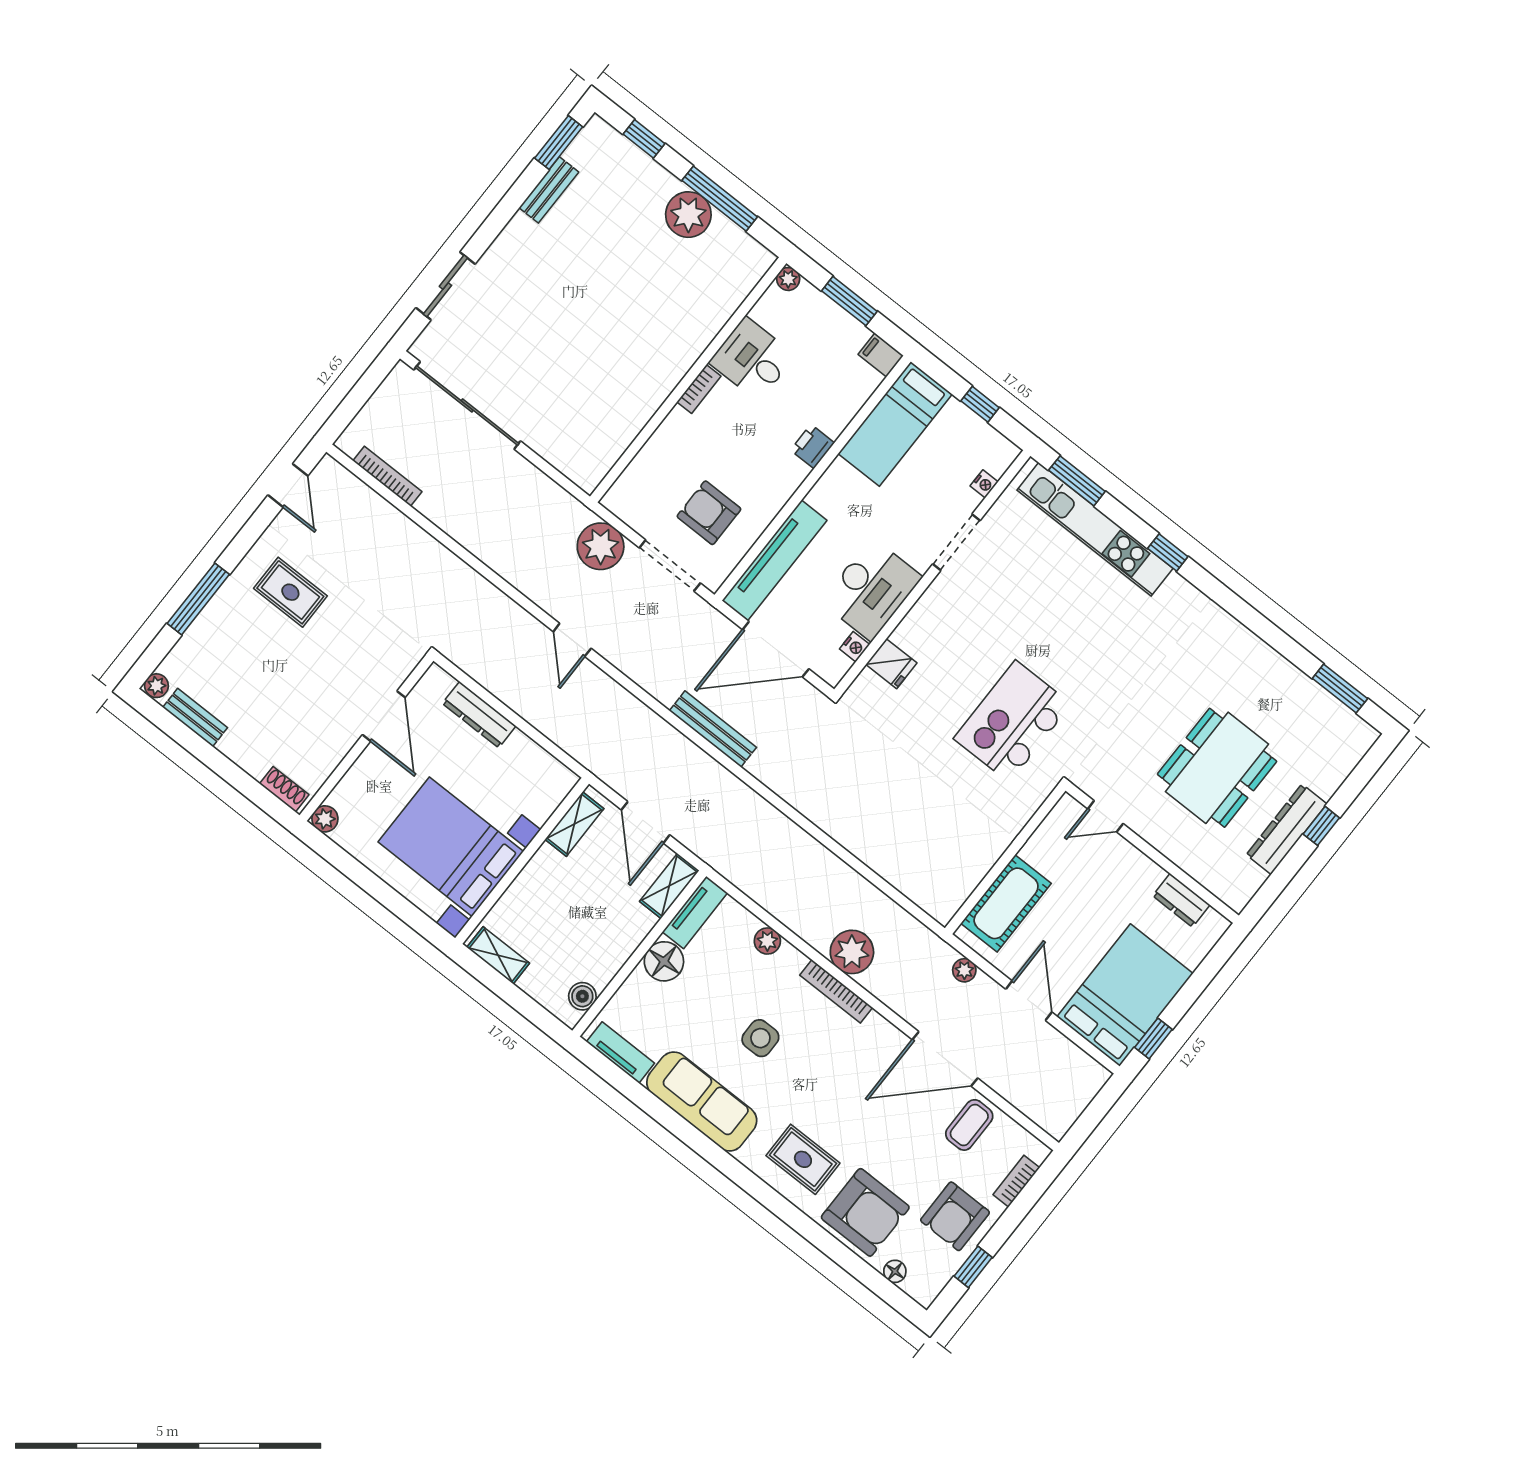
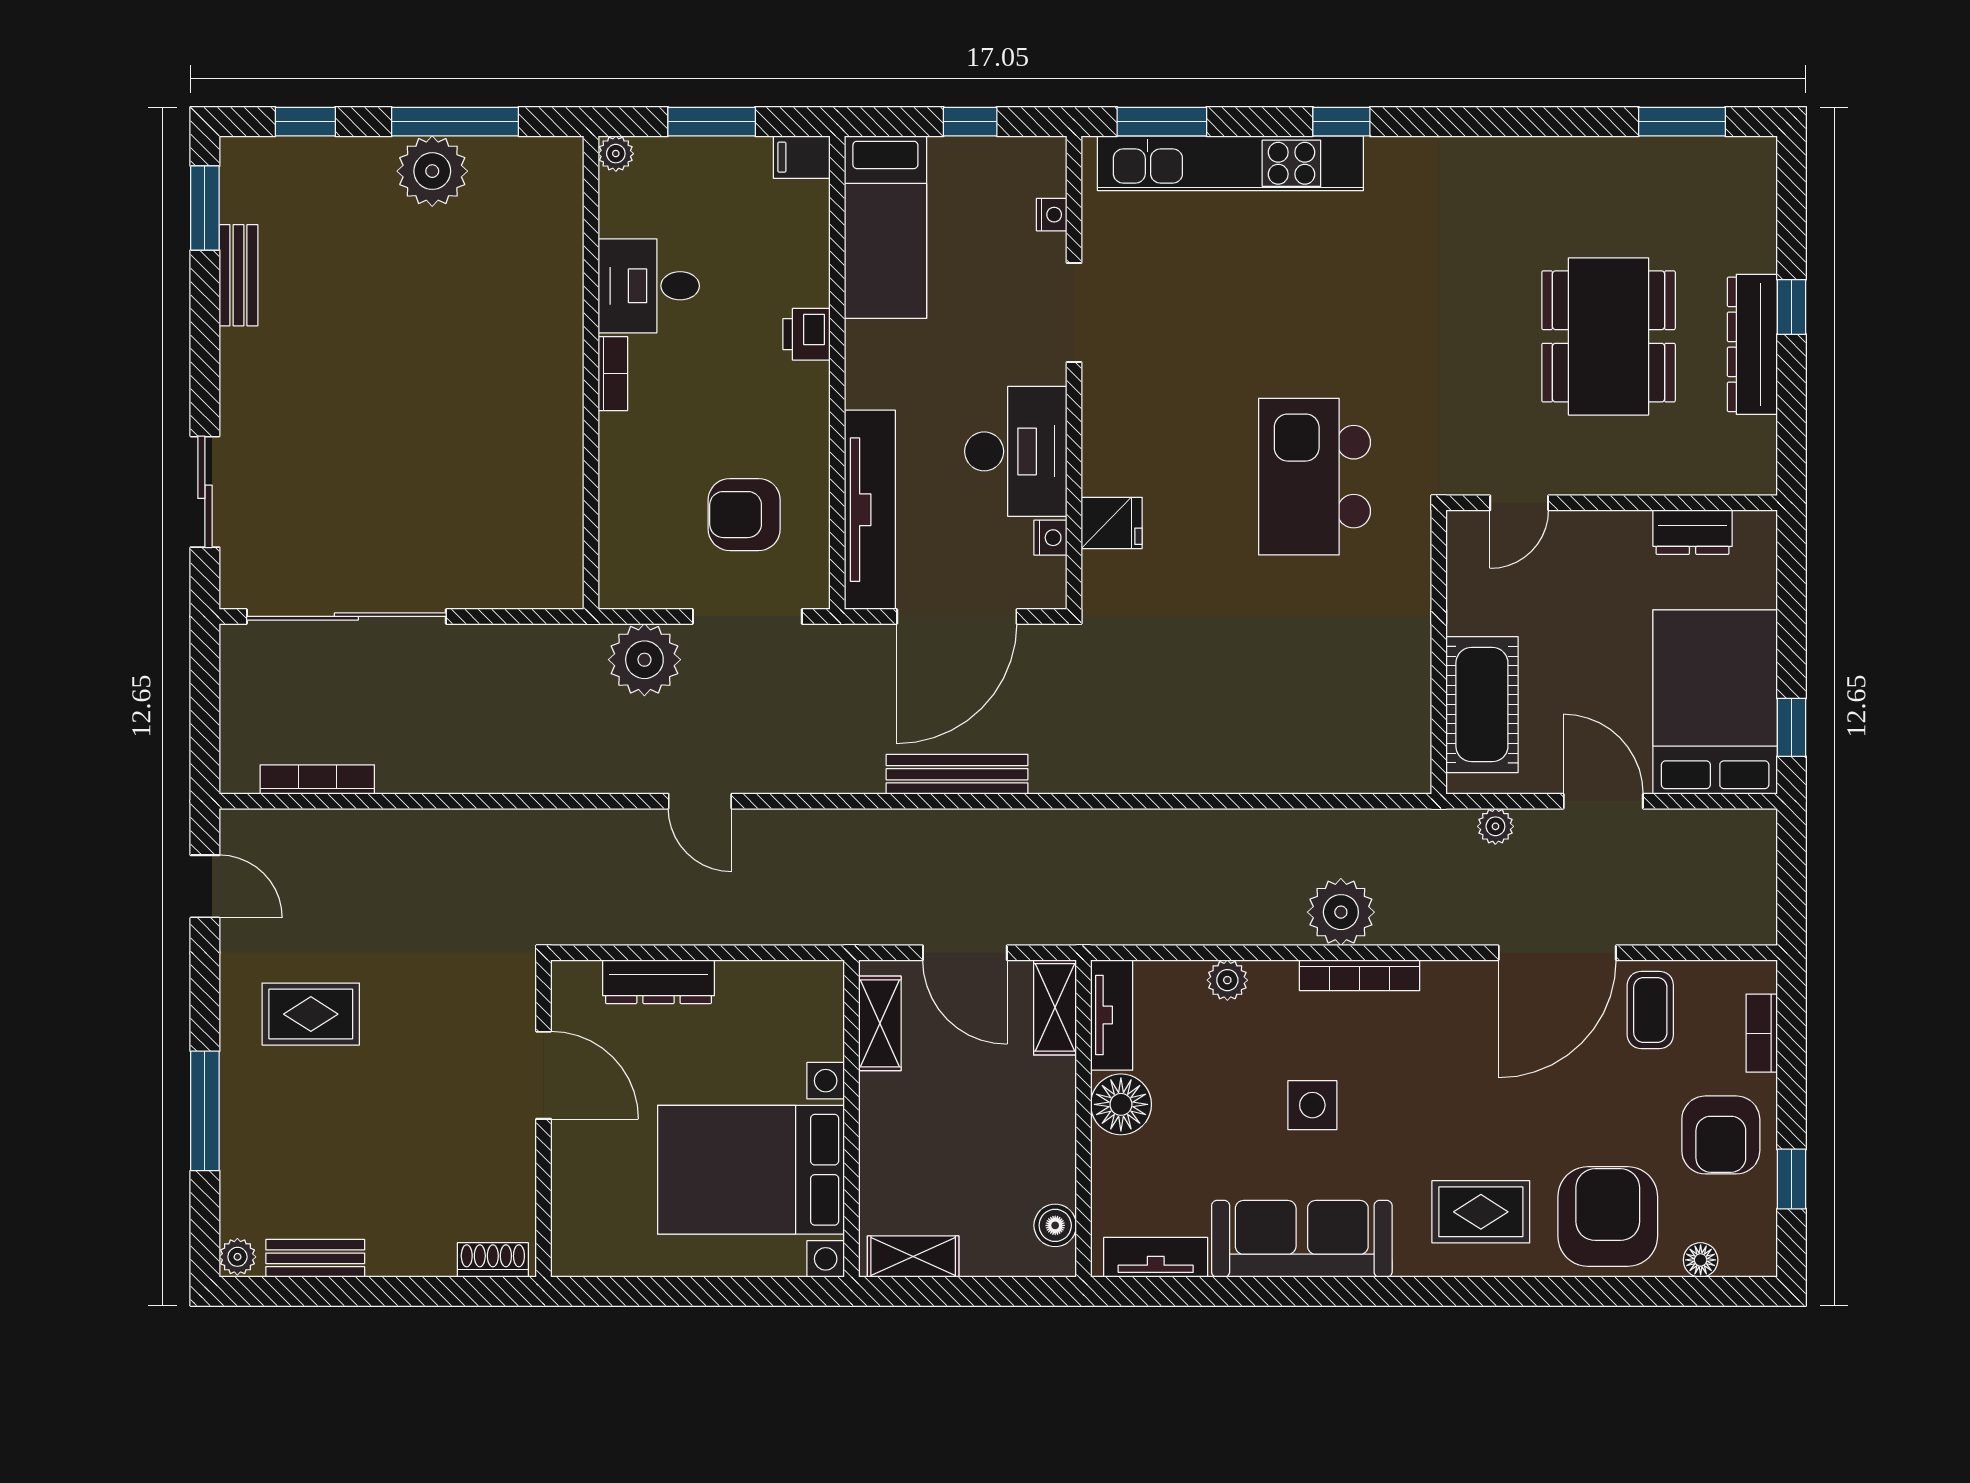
plant: (325, 819) -> (571, 1257), removed
armchair: (865, 1212) -> (1608, 1217), turned -90

